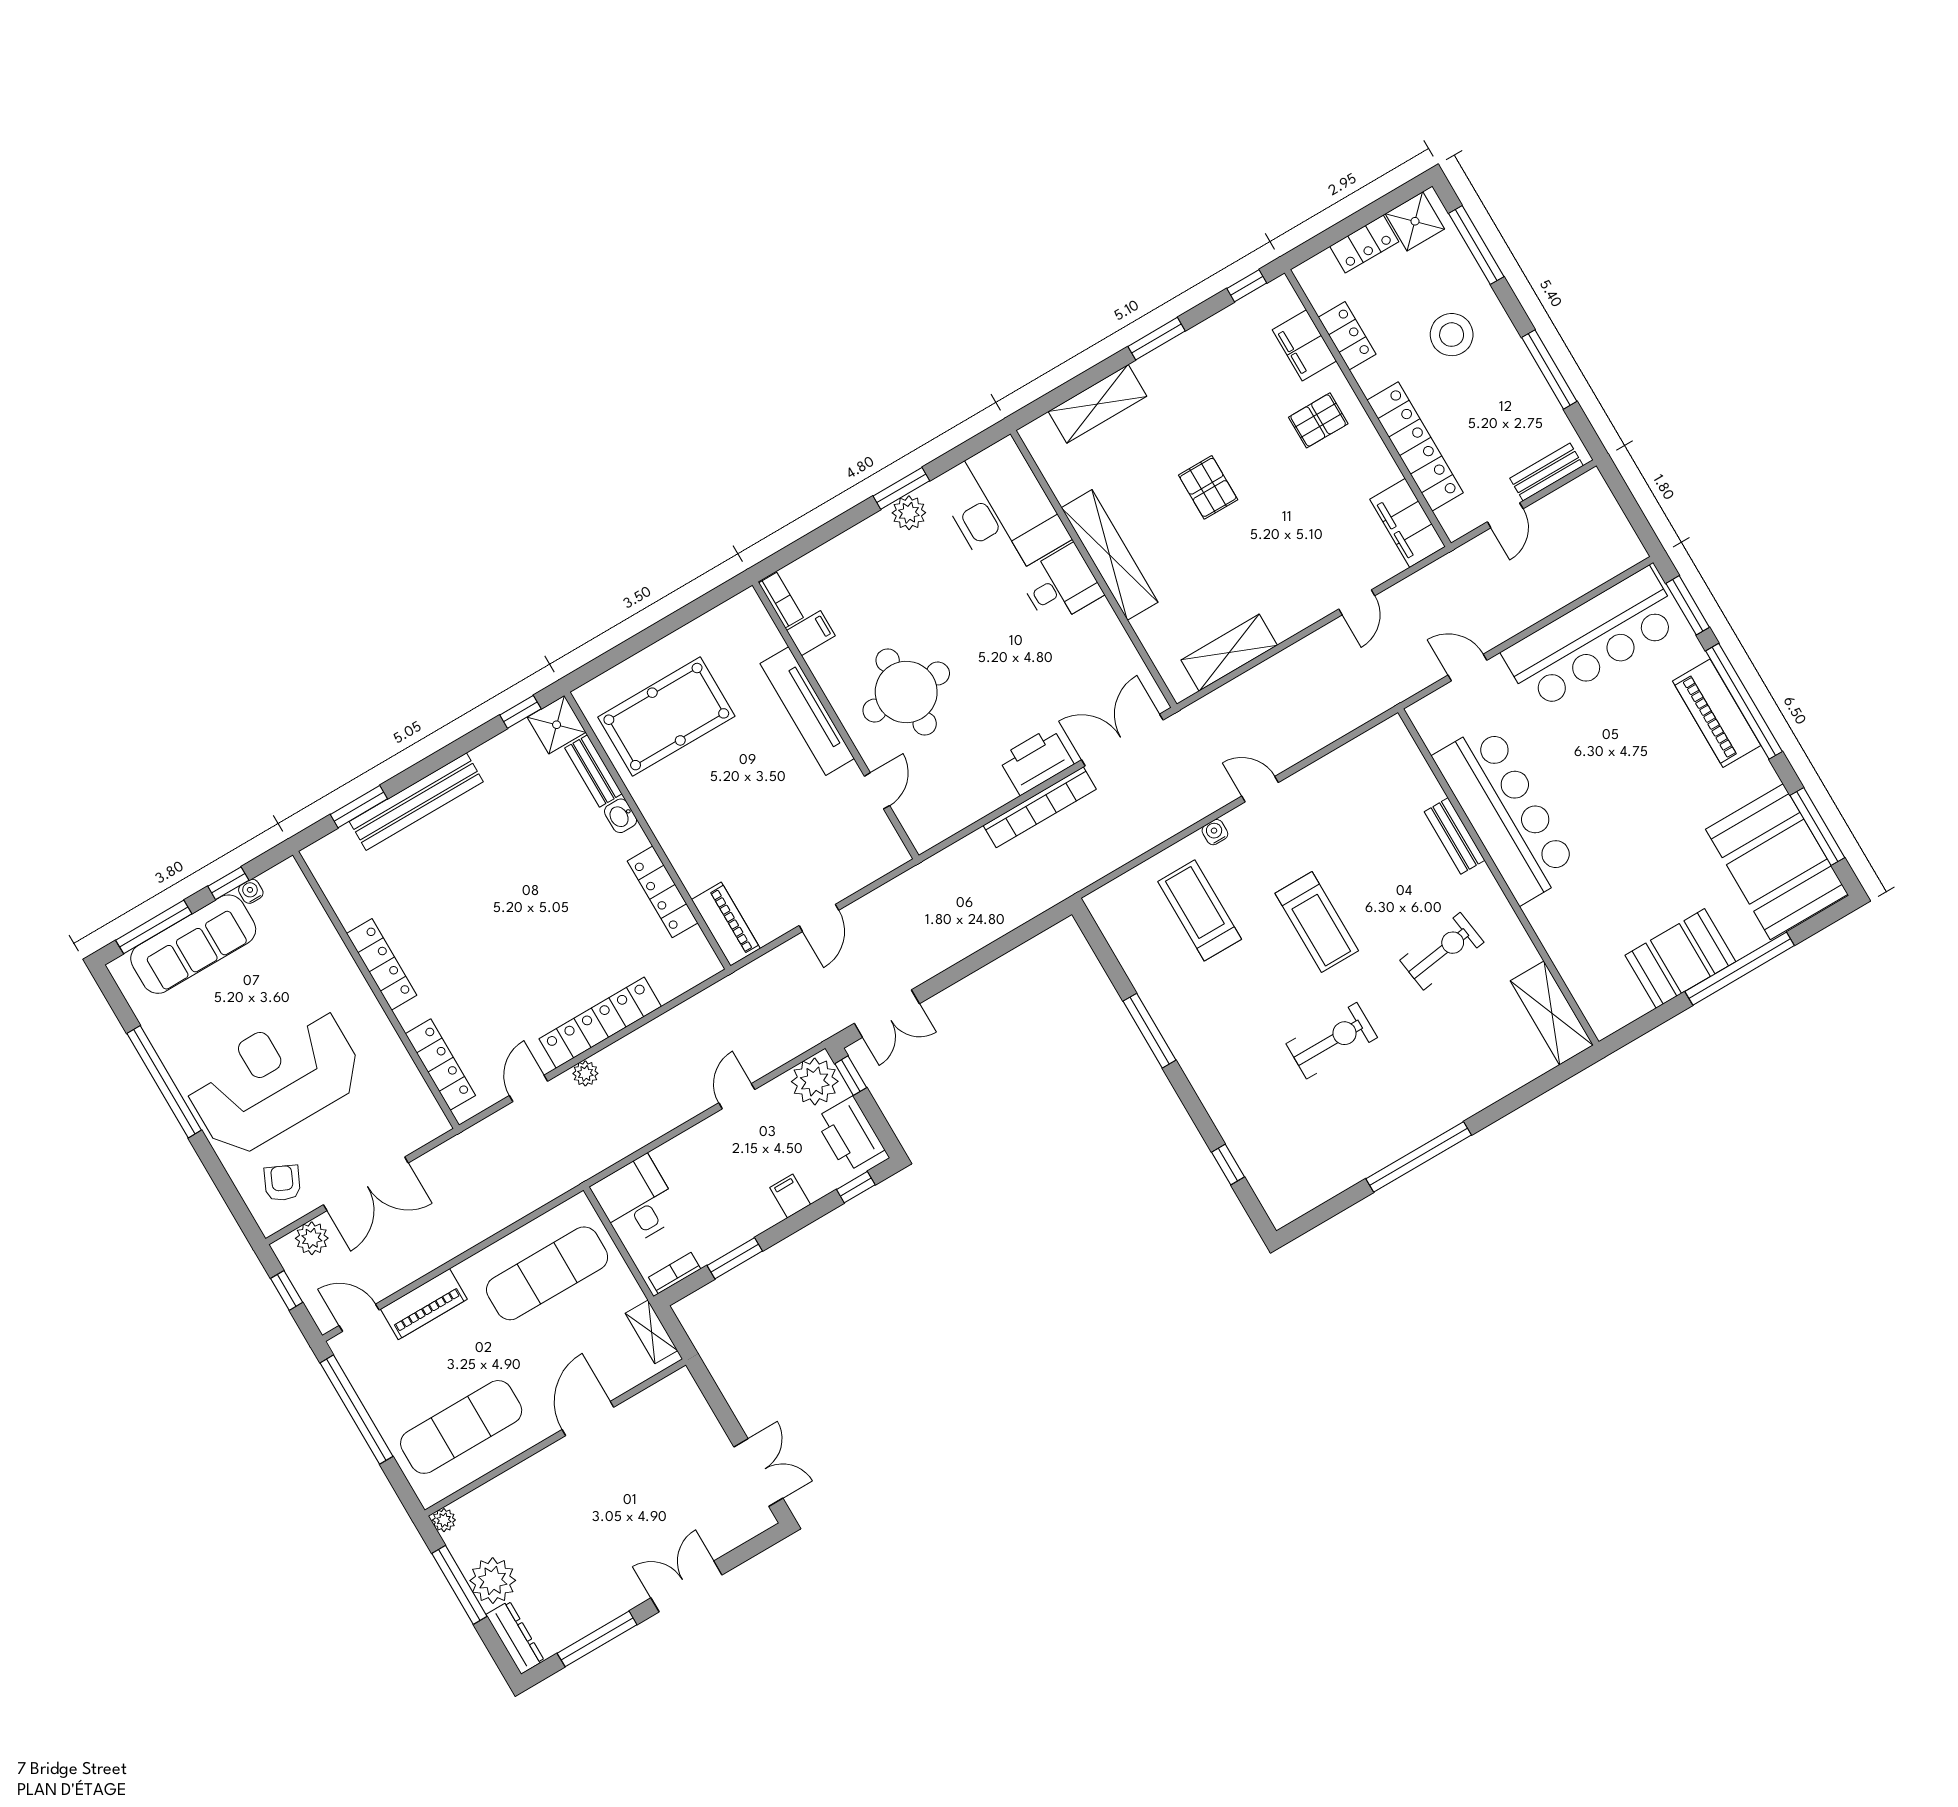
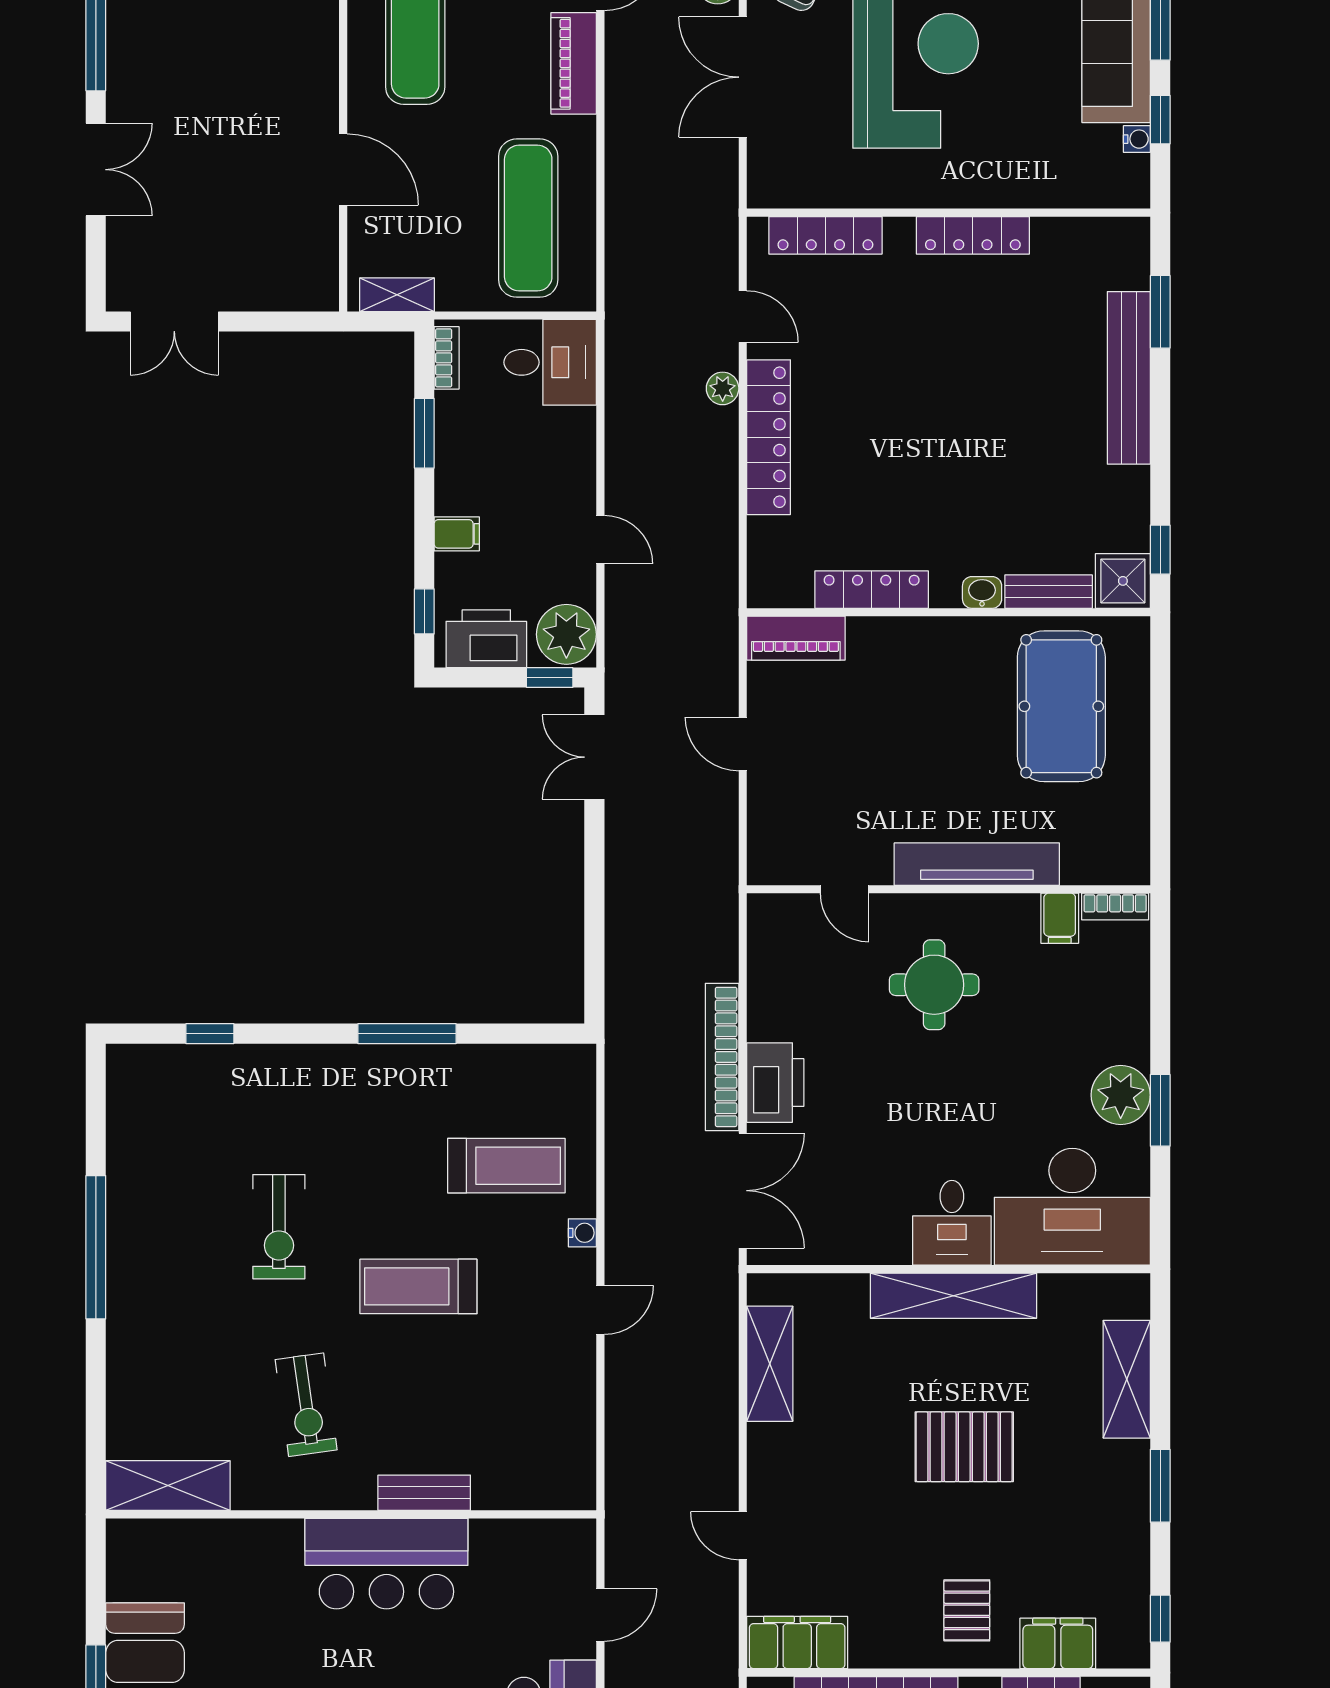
pallet: (1208, 487) -> (964, 1447), width x1.50, depth x1.42
plant: (909, 513) -> (1121, 1095), width x1.36, depth x1.36
round table: (906, 692) -> (934, 985), width x0.73, depth x0.73
bar counter: (1506, 813) -> (386, 1564), width x0.73

